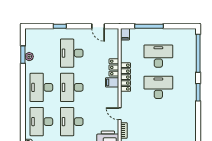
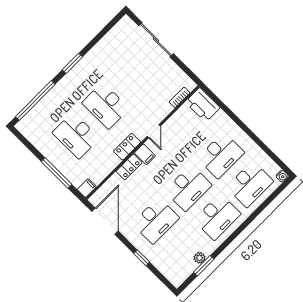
door: (98, 26) -> (105, 221), width x1.87
locker: (126, 77) -> (127, 147), width x0.66
door: (120, 114) -> (154, 131), moved

